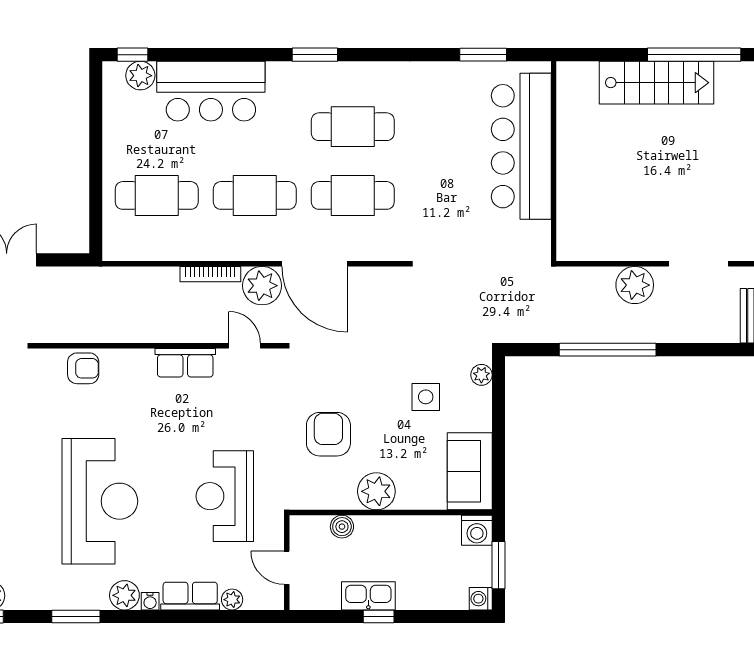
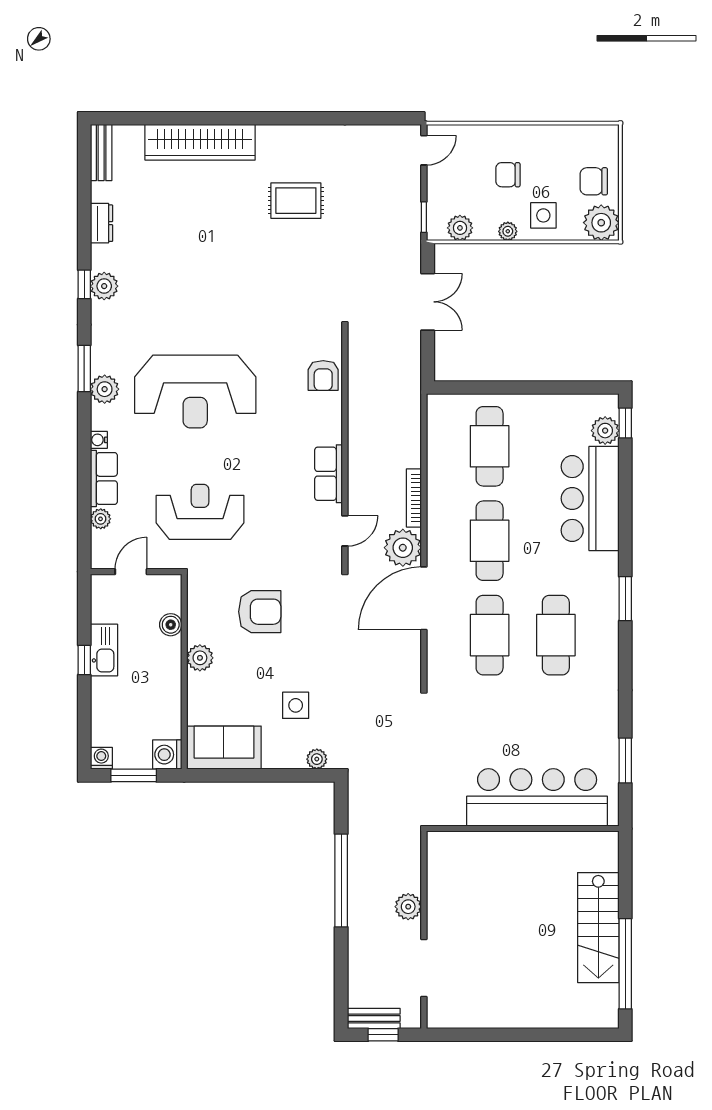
plant: (635, 285) -> (408, 907), width x0.73, depth x0.73
plant: (376, 491) -> (200, 658), width x0.73, depth x0.73
plant: (124, 595) -> (105, 389), moved

